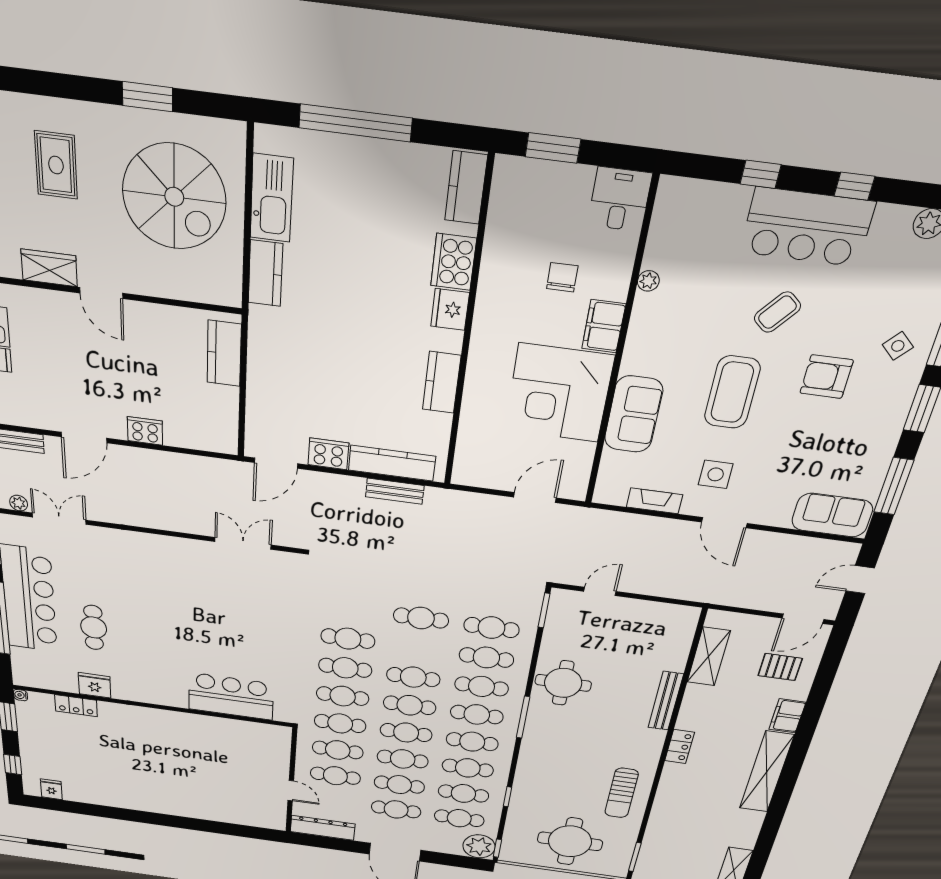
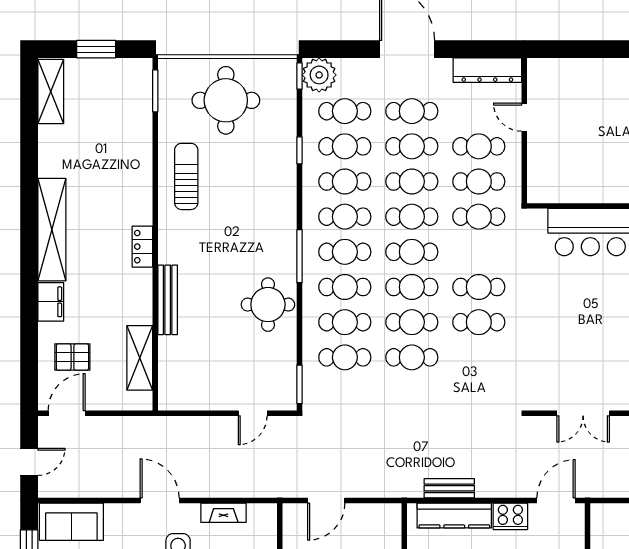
cafe table: (343, 696) -> (412, 322), moved

